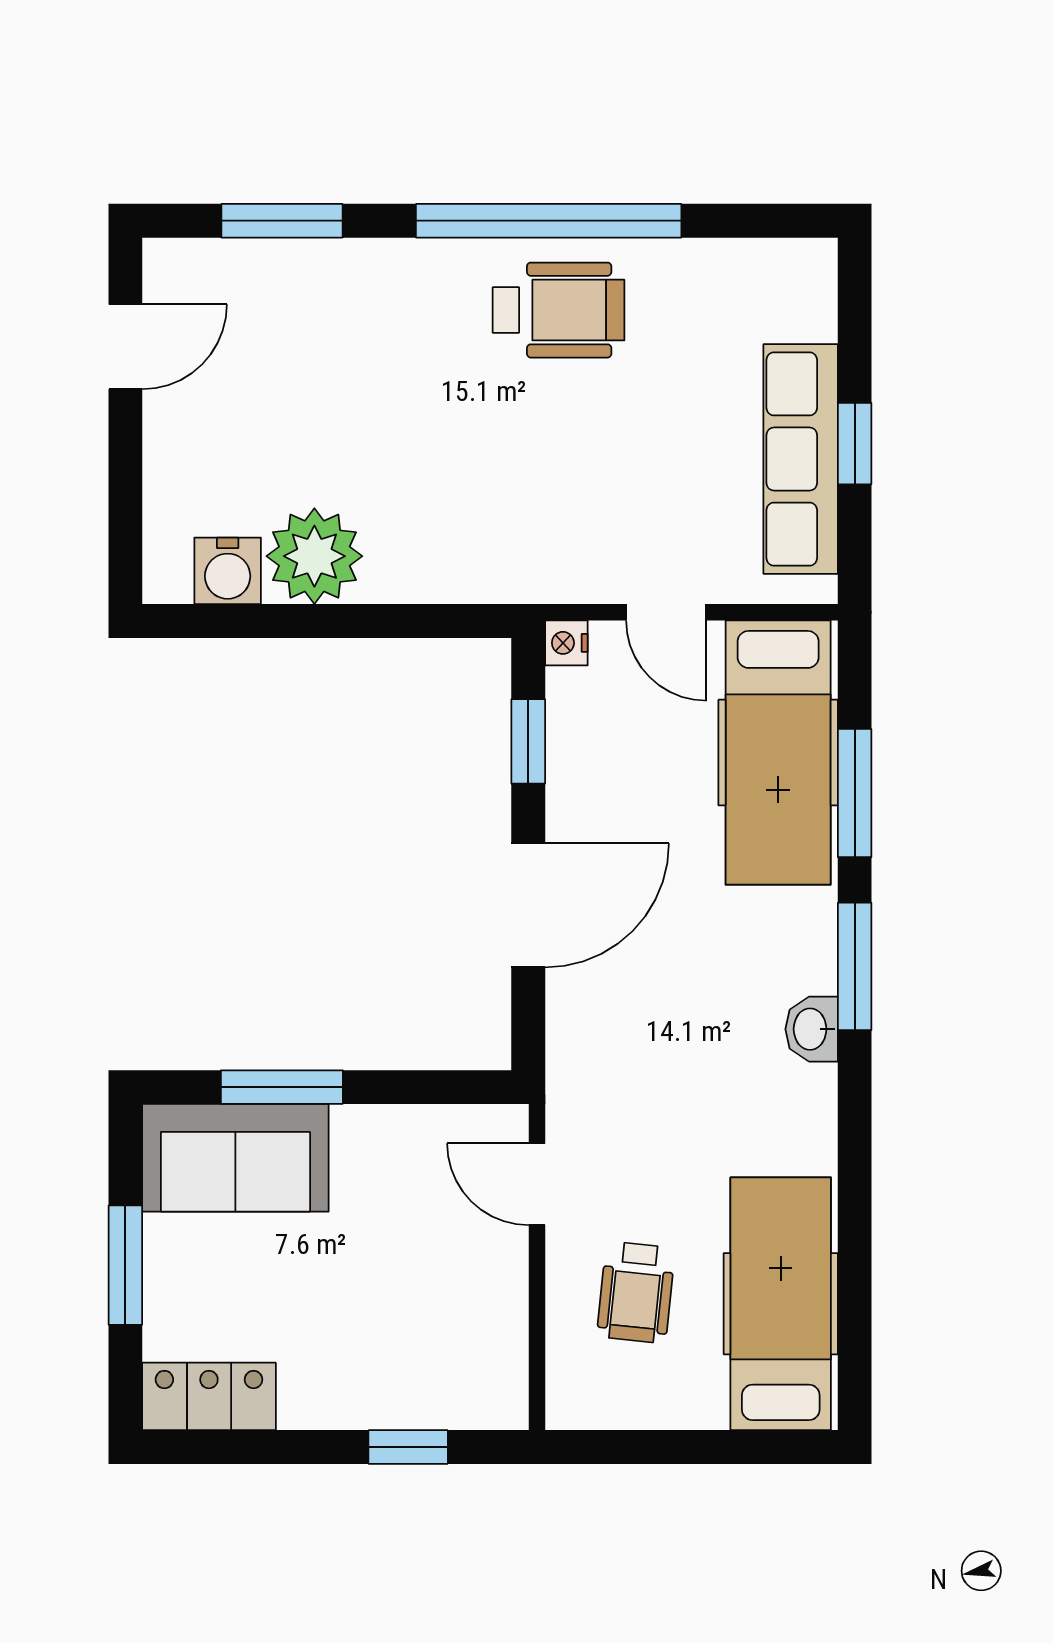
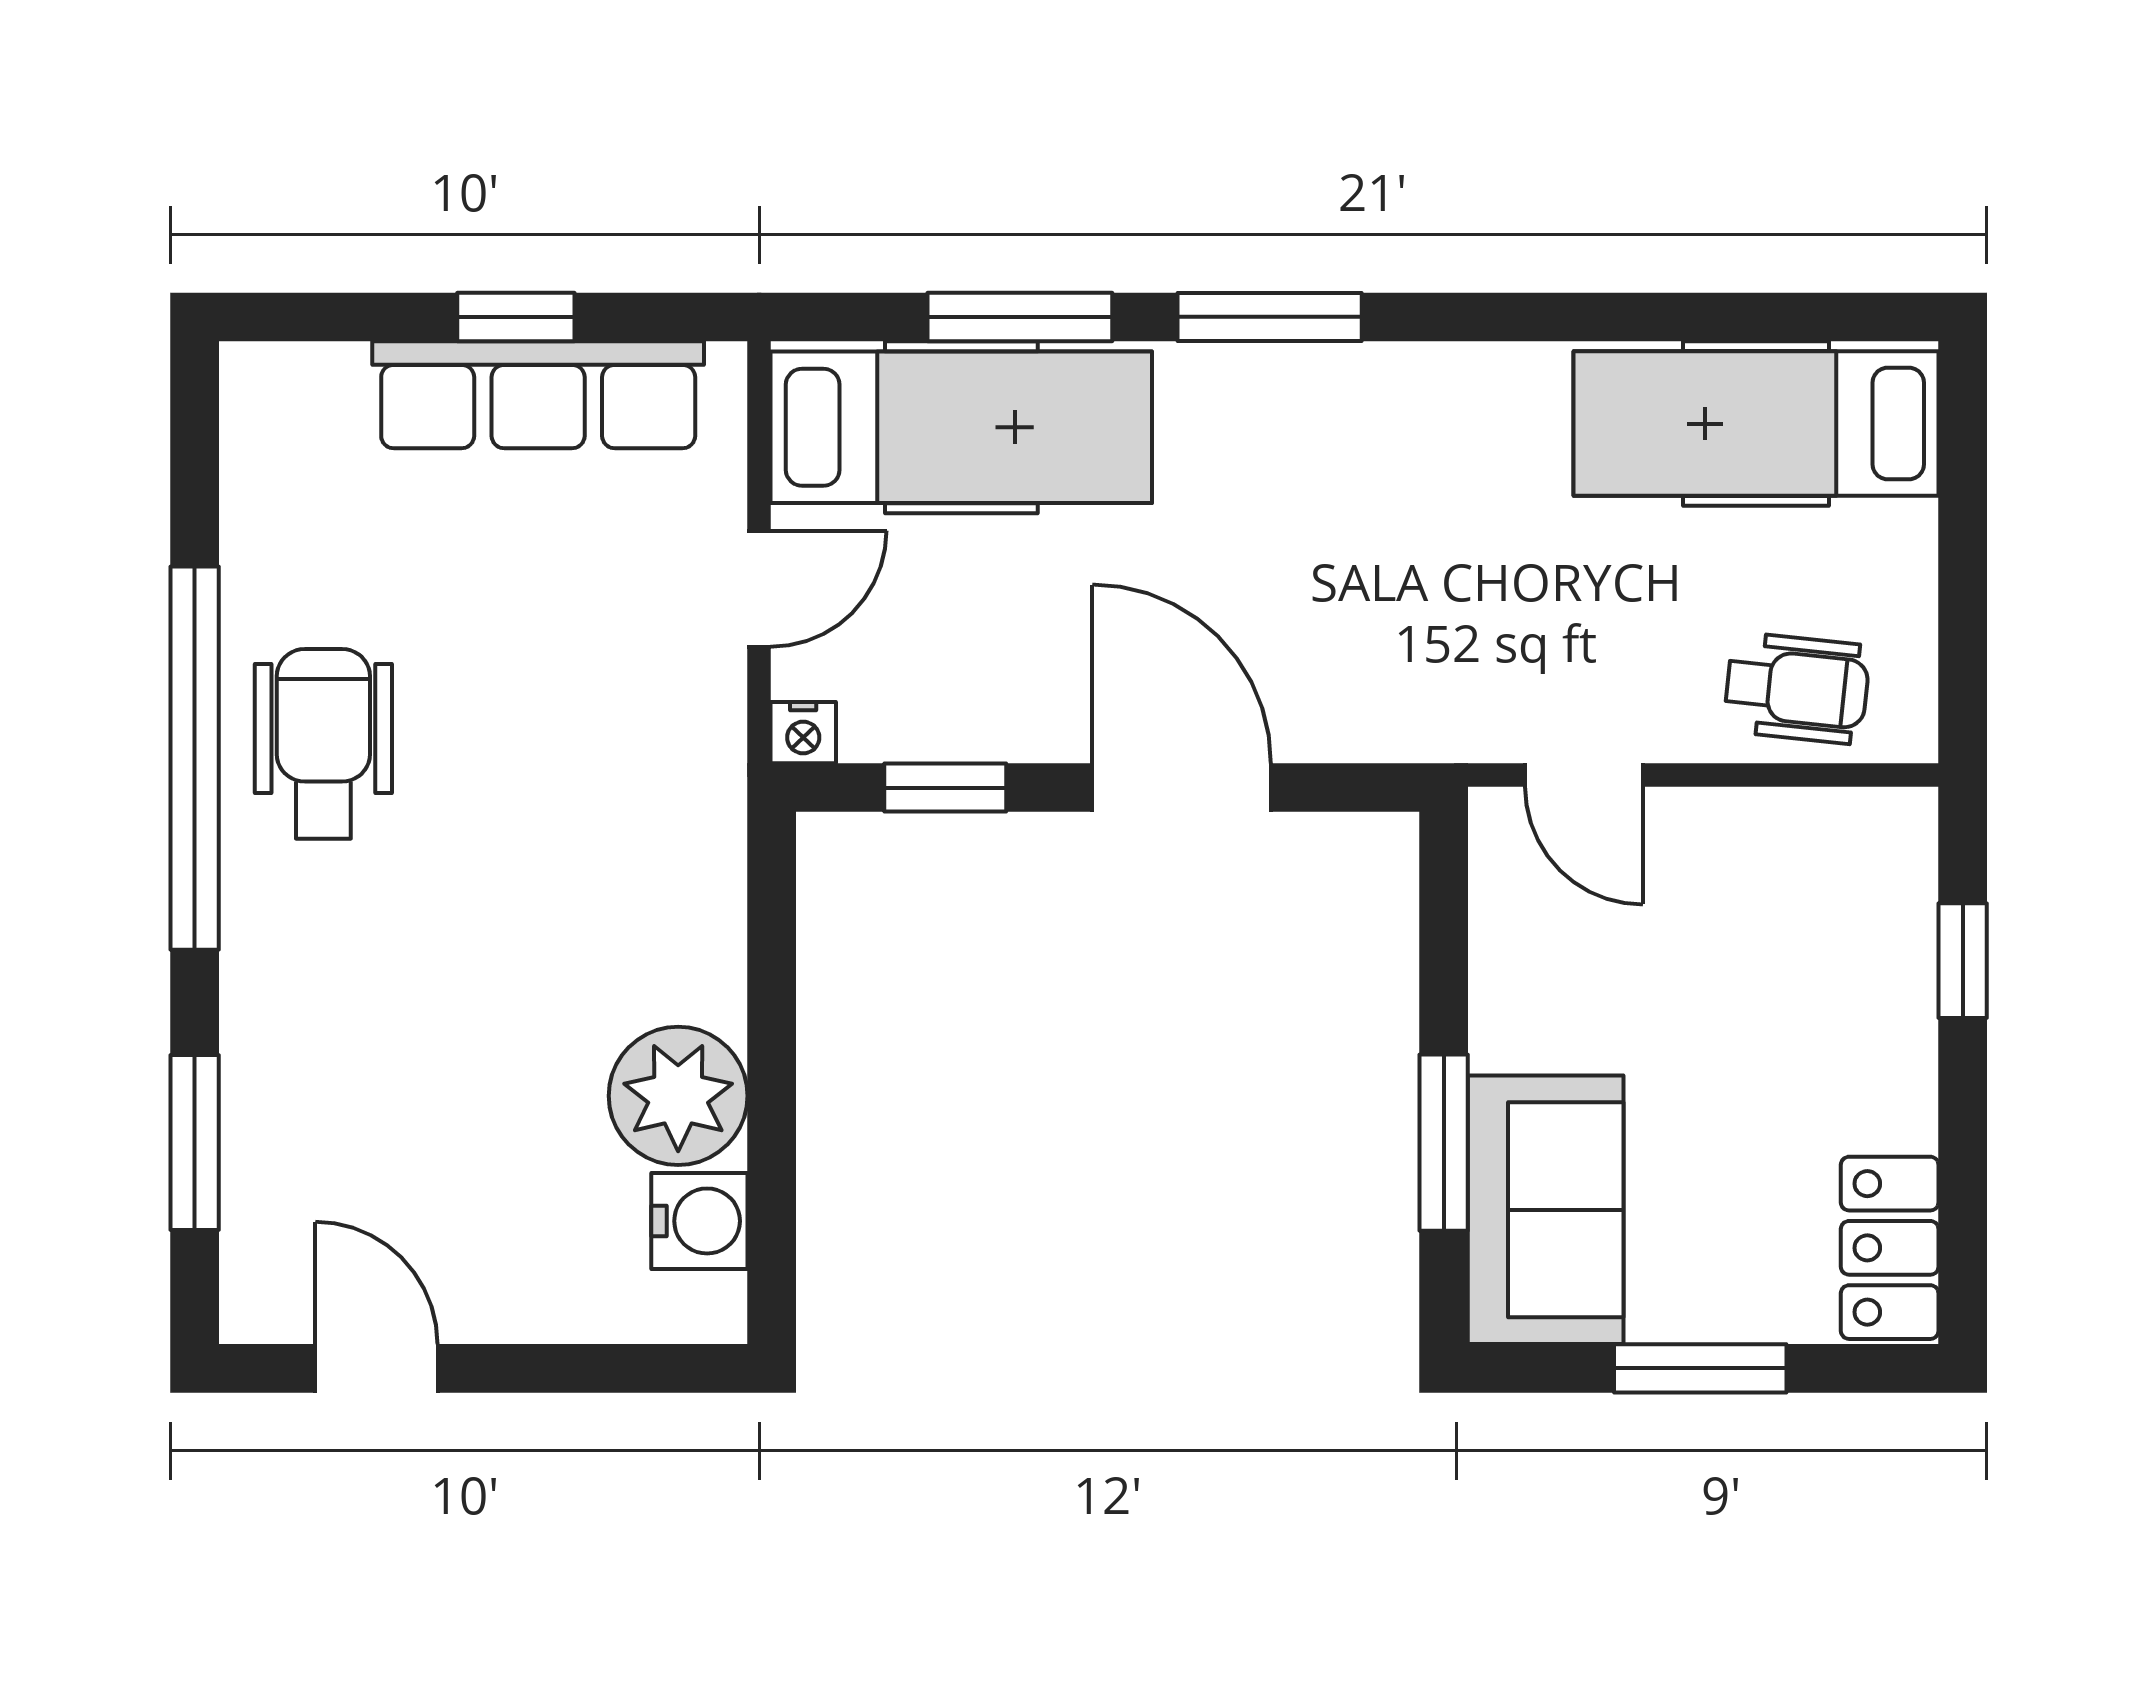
washbasin: (812, 1029) -> (1360, 379), removed
door: (537, 1184) -> (1584, 775), hinge flipped
wheelchair: (636, 1292) -> (1797, 688), moved

